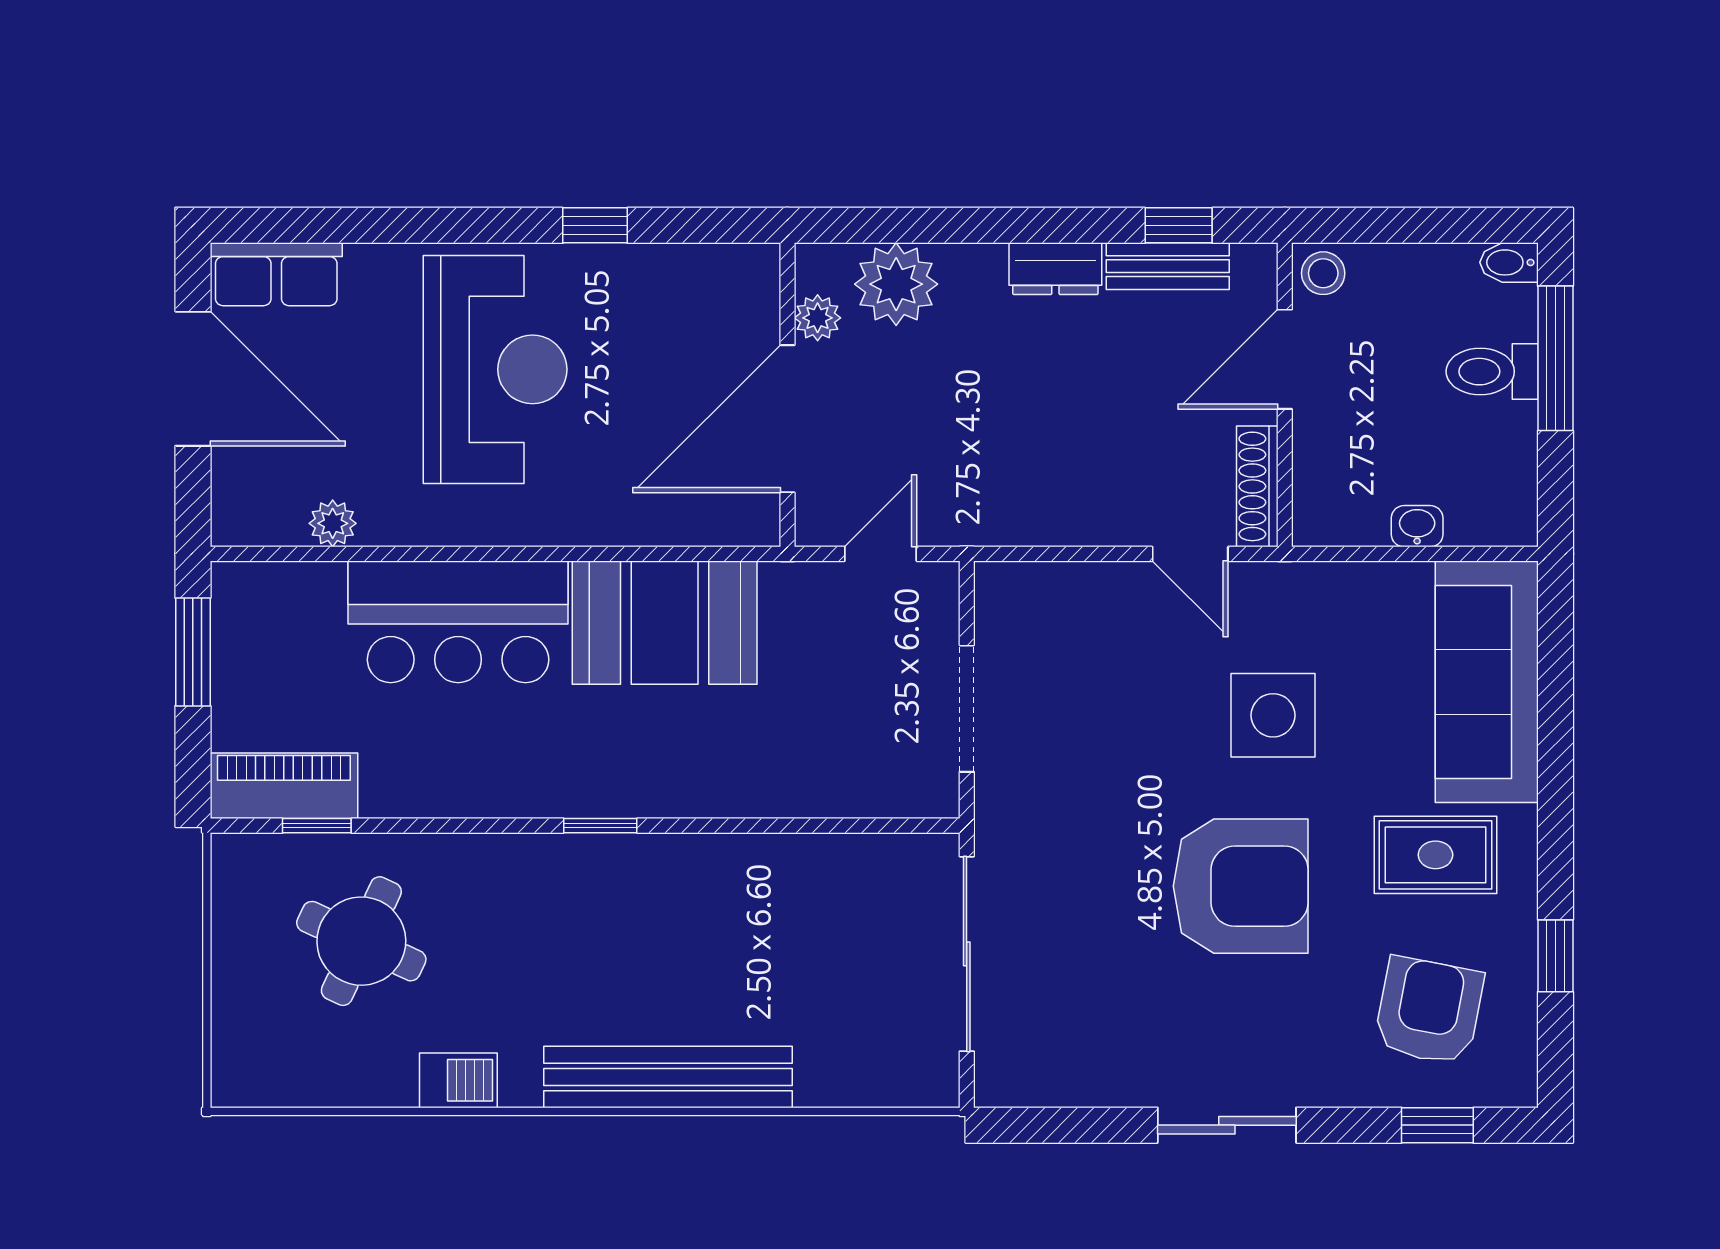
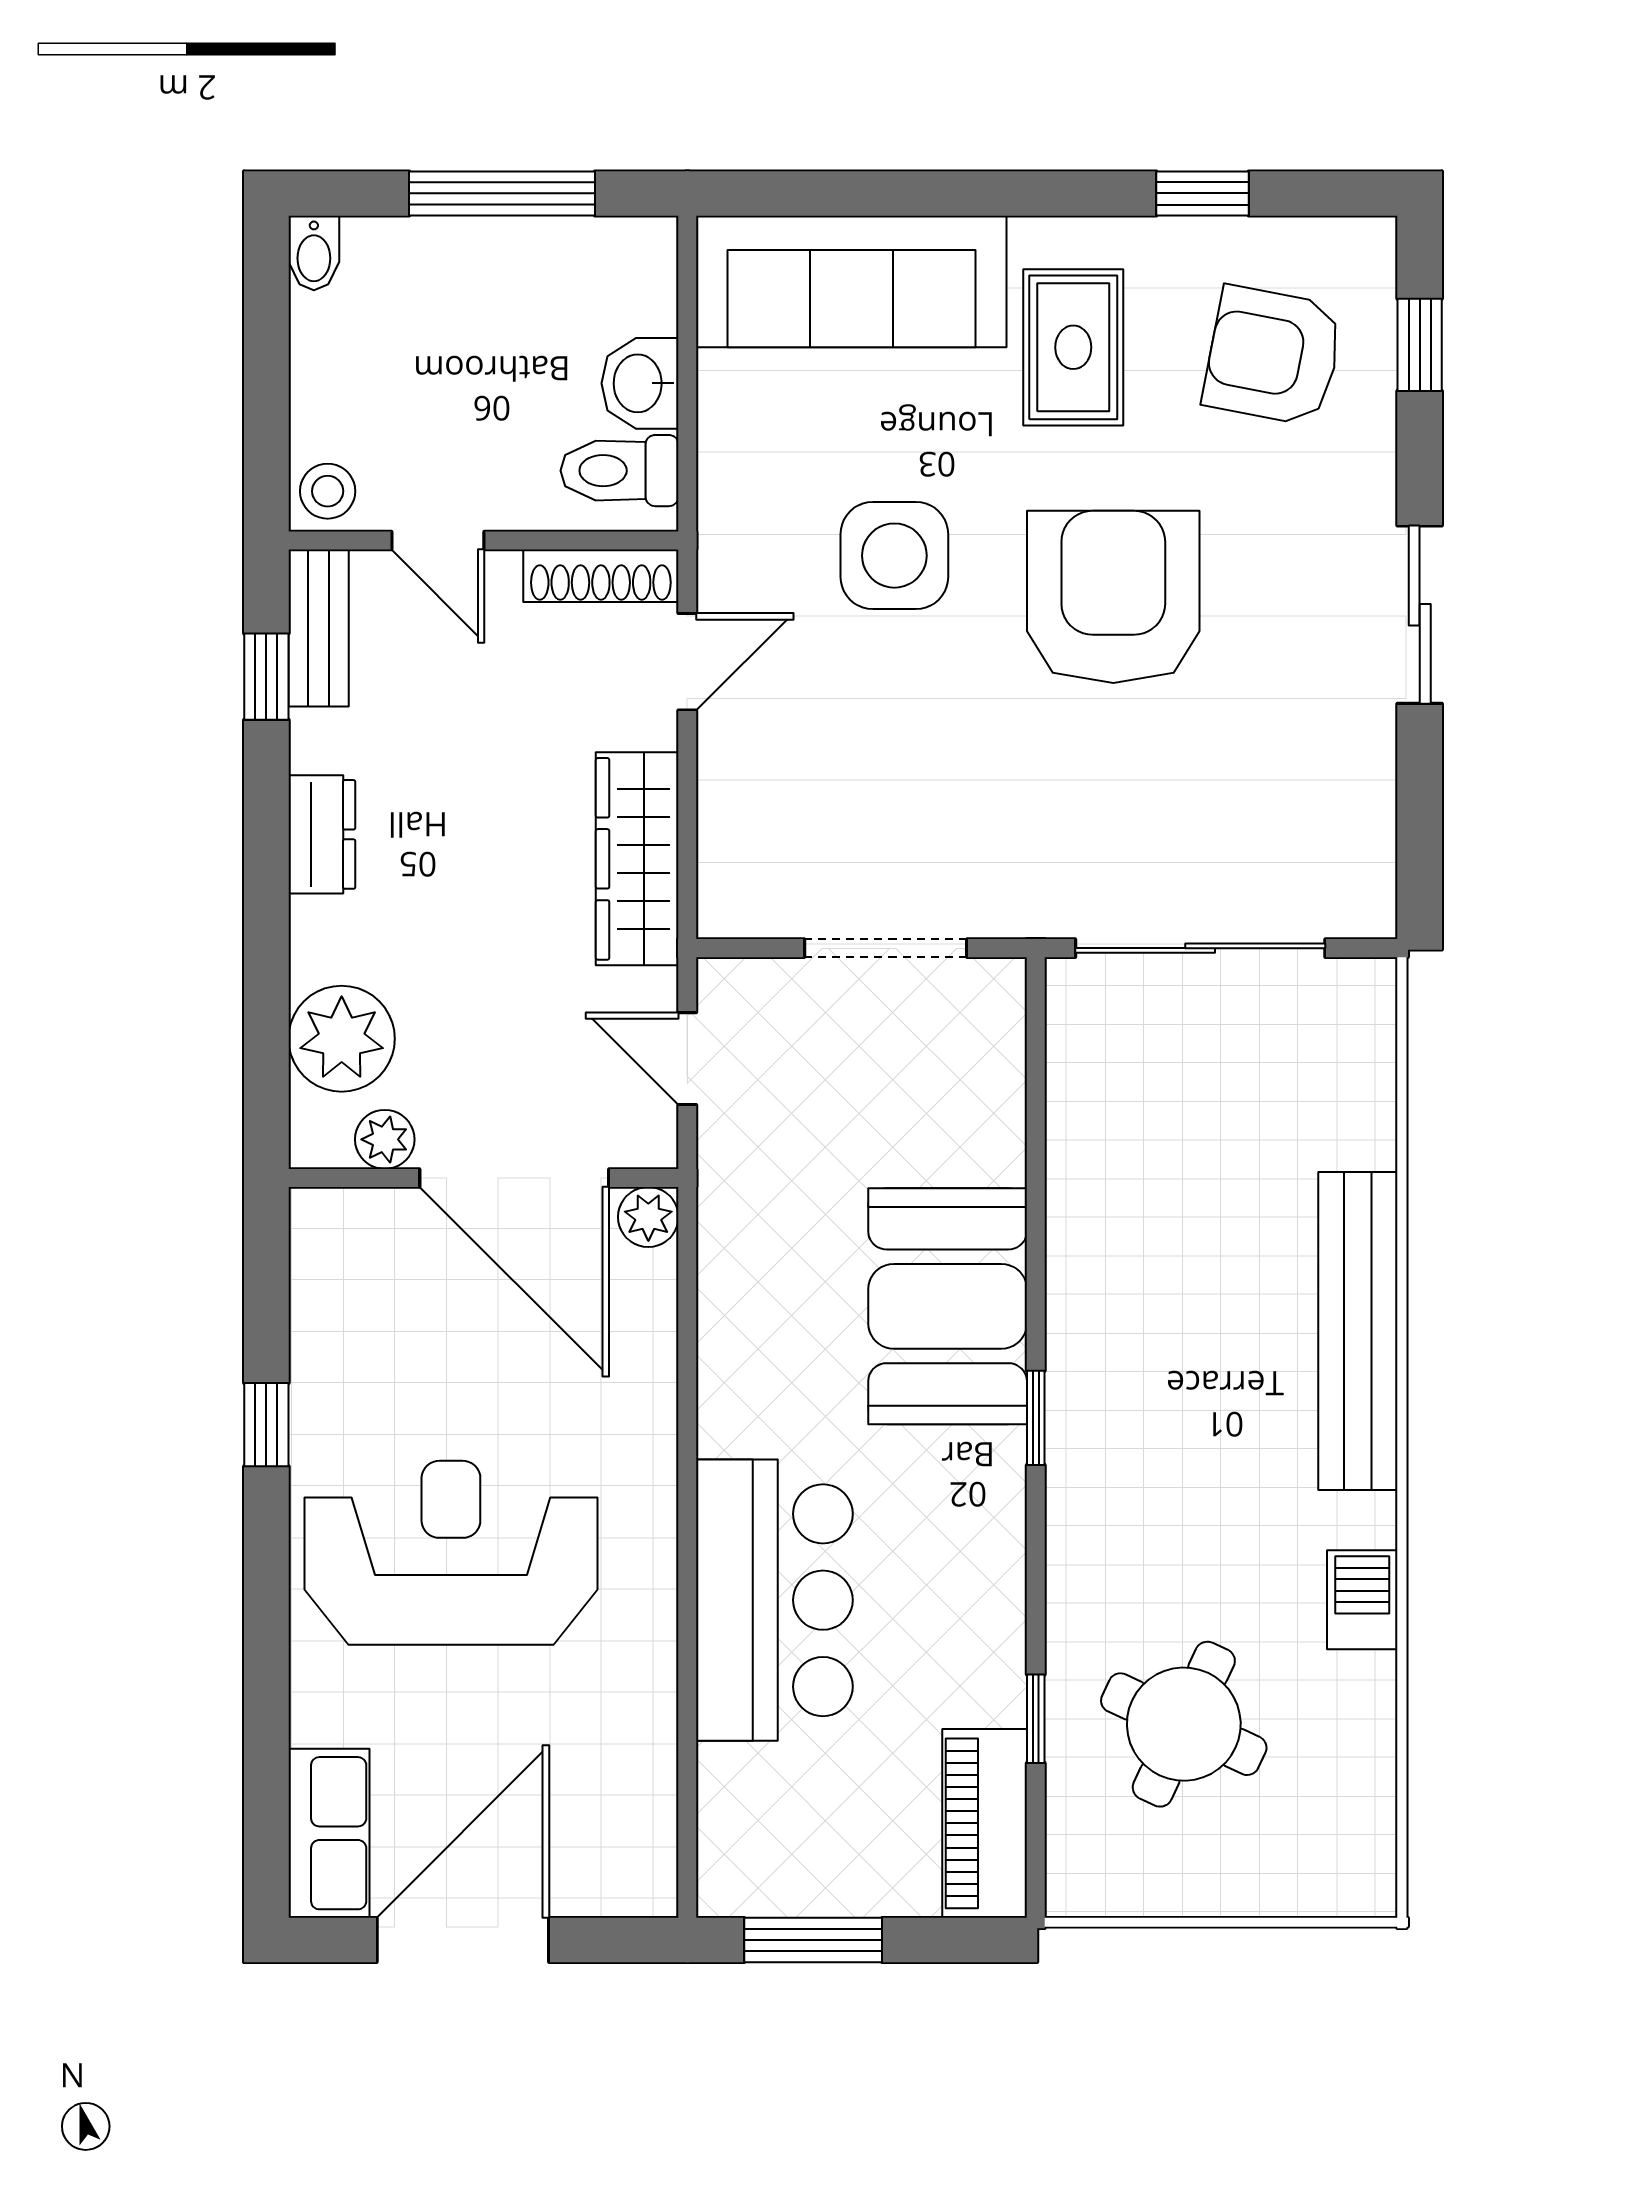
bench: (1168, 266) -> (319, 628), moved
window: (1555, 358) -> (502, 193), moved
door: (1285, 359) -> (438, 540), width x0.73
toilet: (1492, 372) -> (620, 471), moved, turned 90
wardrobe: (1036, 515) -> (637, 859), added
plant: (333, 523) -> (648, 1217), moved
washbasin: (1417, 526) -> (640, 383), width x1.38, depth x1.45
booth: (665, 623) -> (948, 1306), moved
window: (317, 826) -> (1036, 1719), moved

